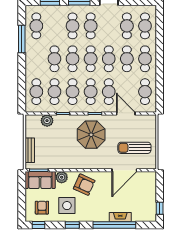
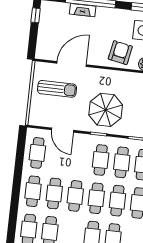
cafe table: (109, 92) -> (80, 158), removed
armchair: (84, 185) -> (120, 53), turned 77

